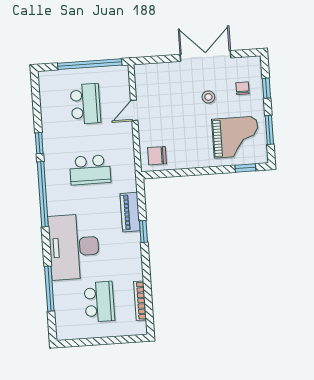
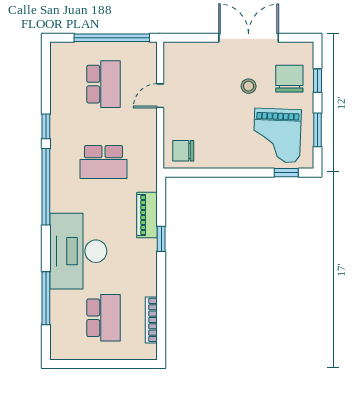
chair: (242, 88) -> (289, 79), width x1.87, depth x1.87
grand piano: (236, 137) -> (277, 135), turned 92

